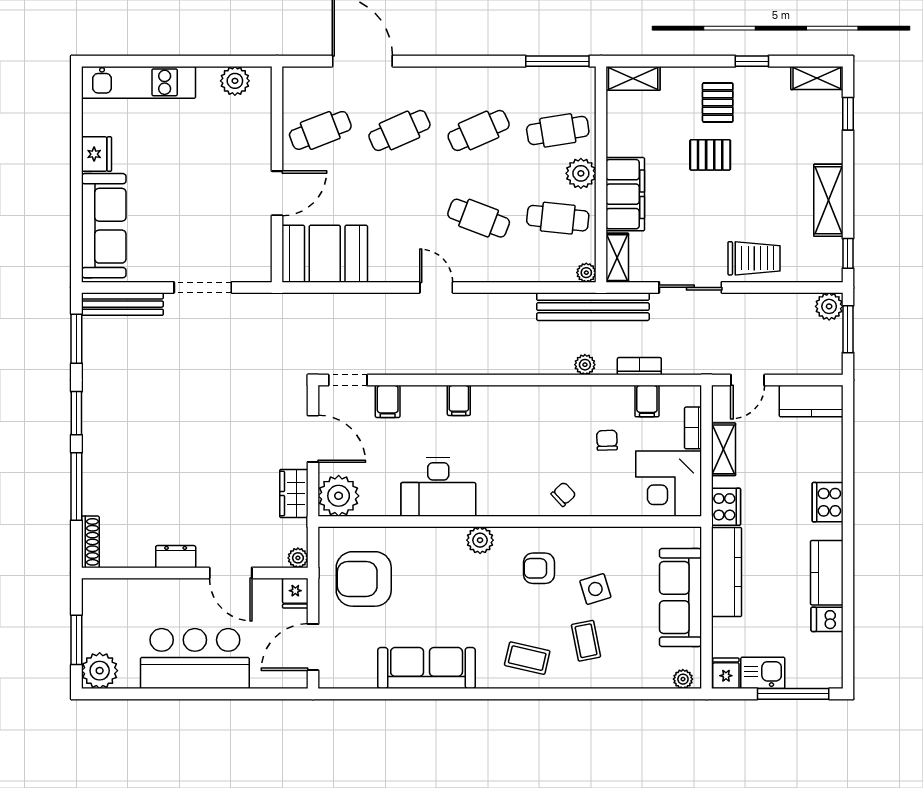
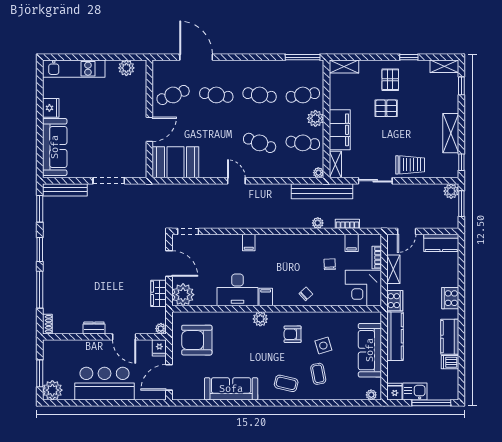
cafe table: (399, 130) -> (216, 95), turned 33
cafe table: (479, 130) -> (260, 95), turned 33
filing cabinet: (388, 401) -> (266, 297), moved, turned 180
shoe rack: (90, 542) -> (47, 324), width x0.70

